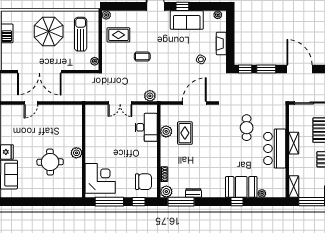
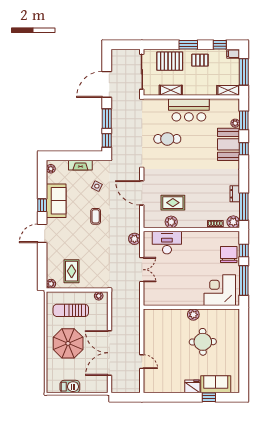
coffee table: (142, 56) -> (96, 216), moved
double door: (39, 72) -> (109, 353), swing flipped
shelving: (294, 143) -> (171, 90), moved
chair: (143, 182) -> (229, 254), moved
window: (265, 202) -> (244, 120), added

